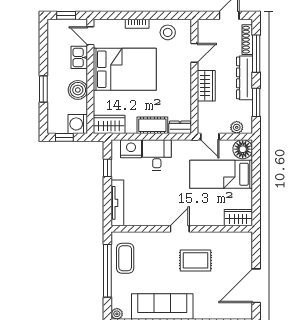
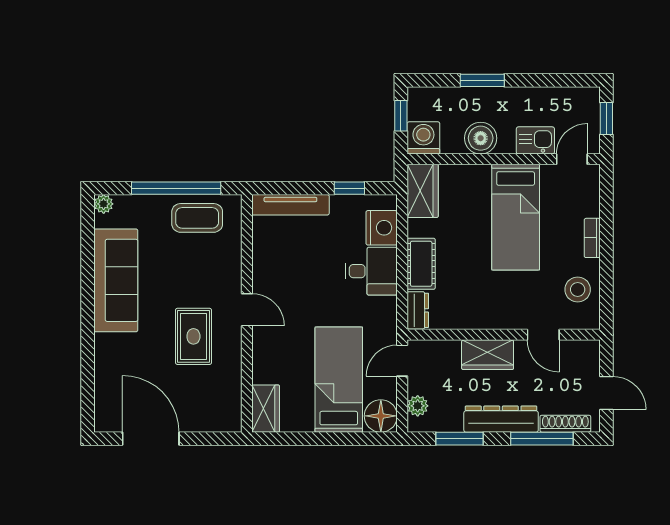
bed: (125, 69) -> (516, 217), width x0.67

